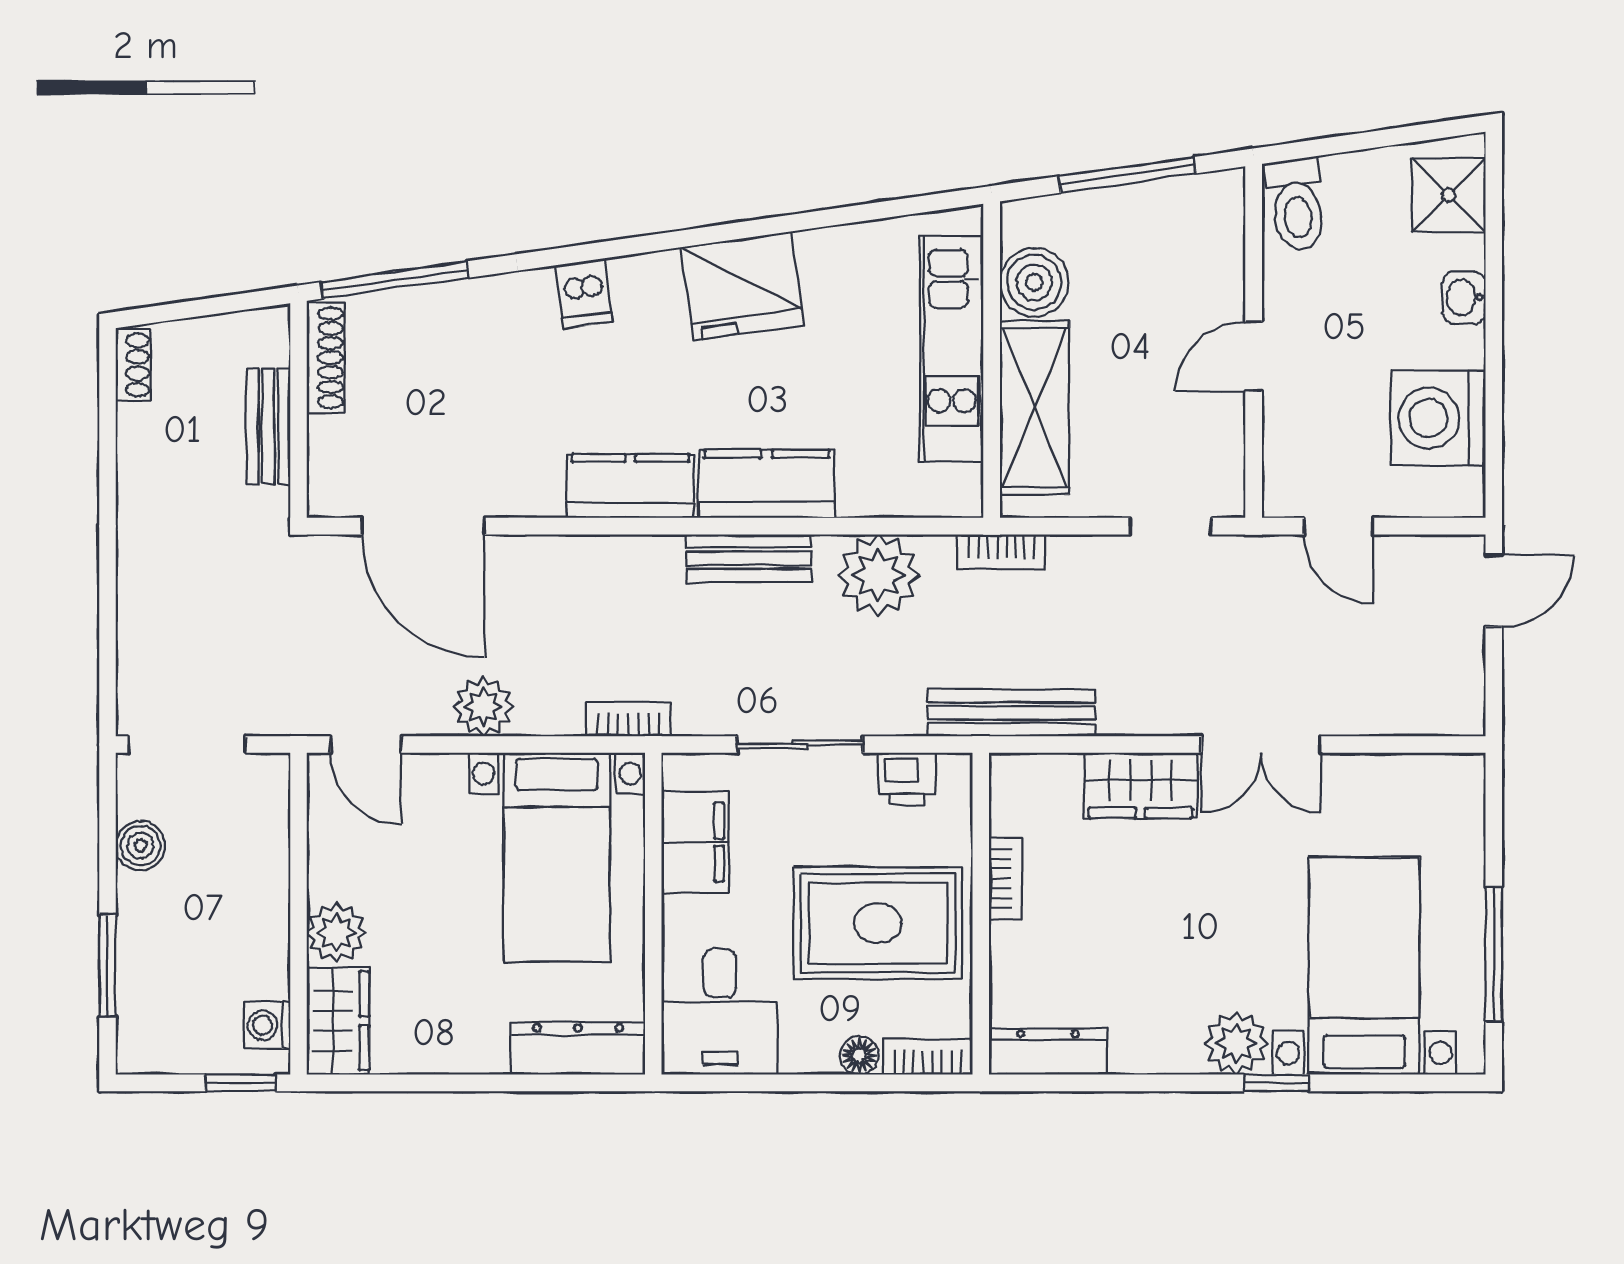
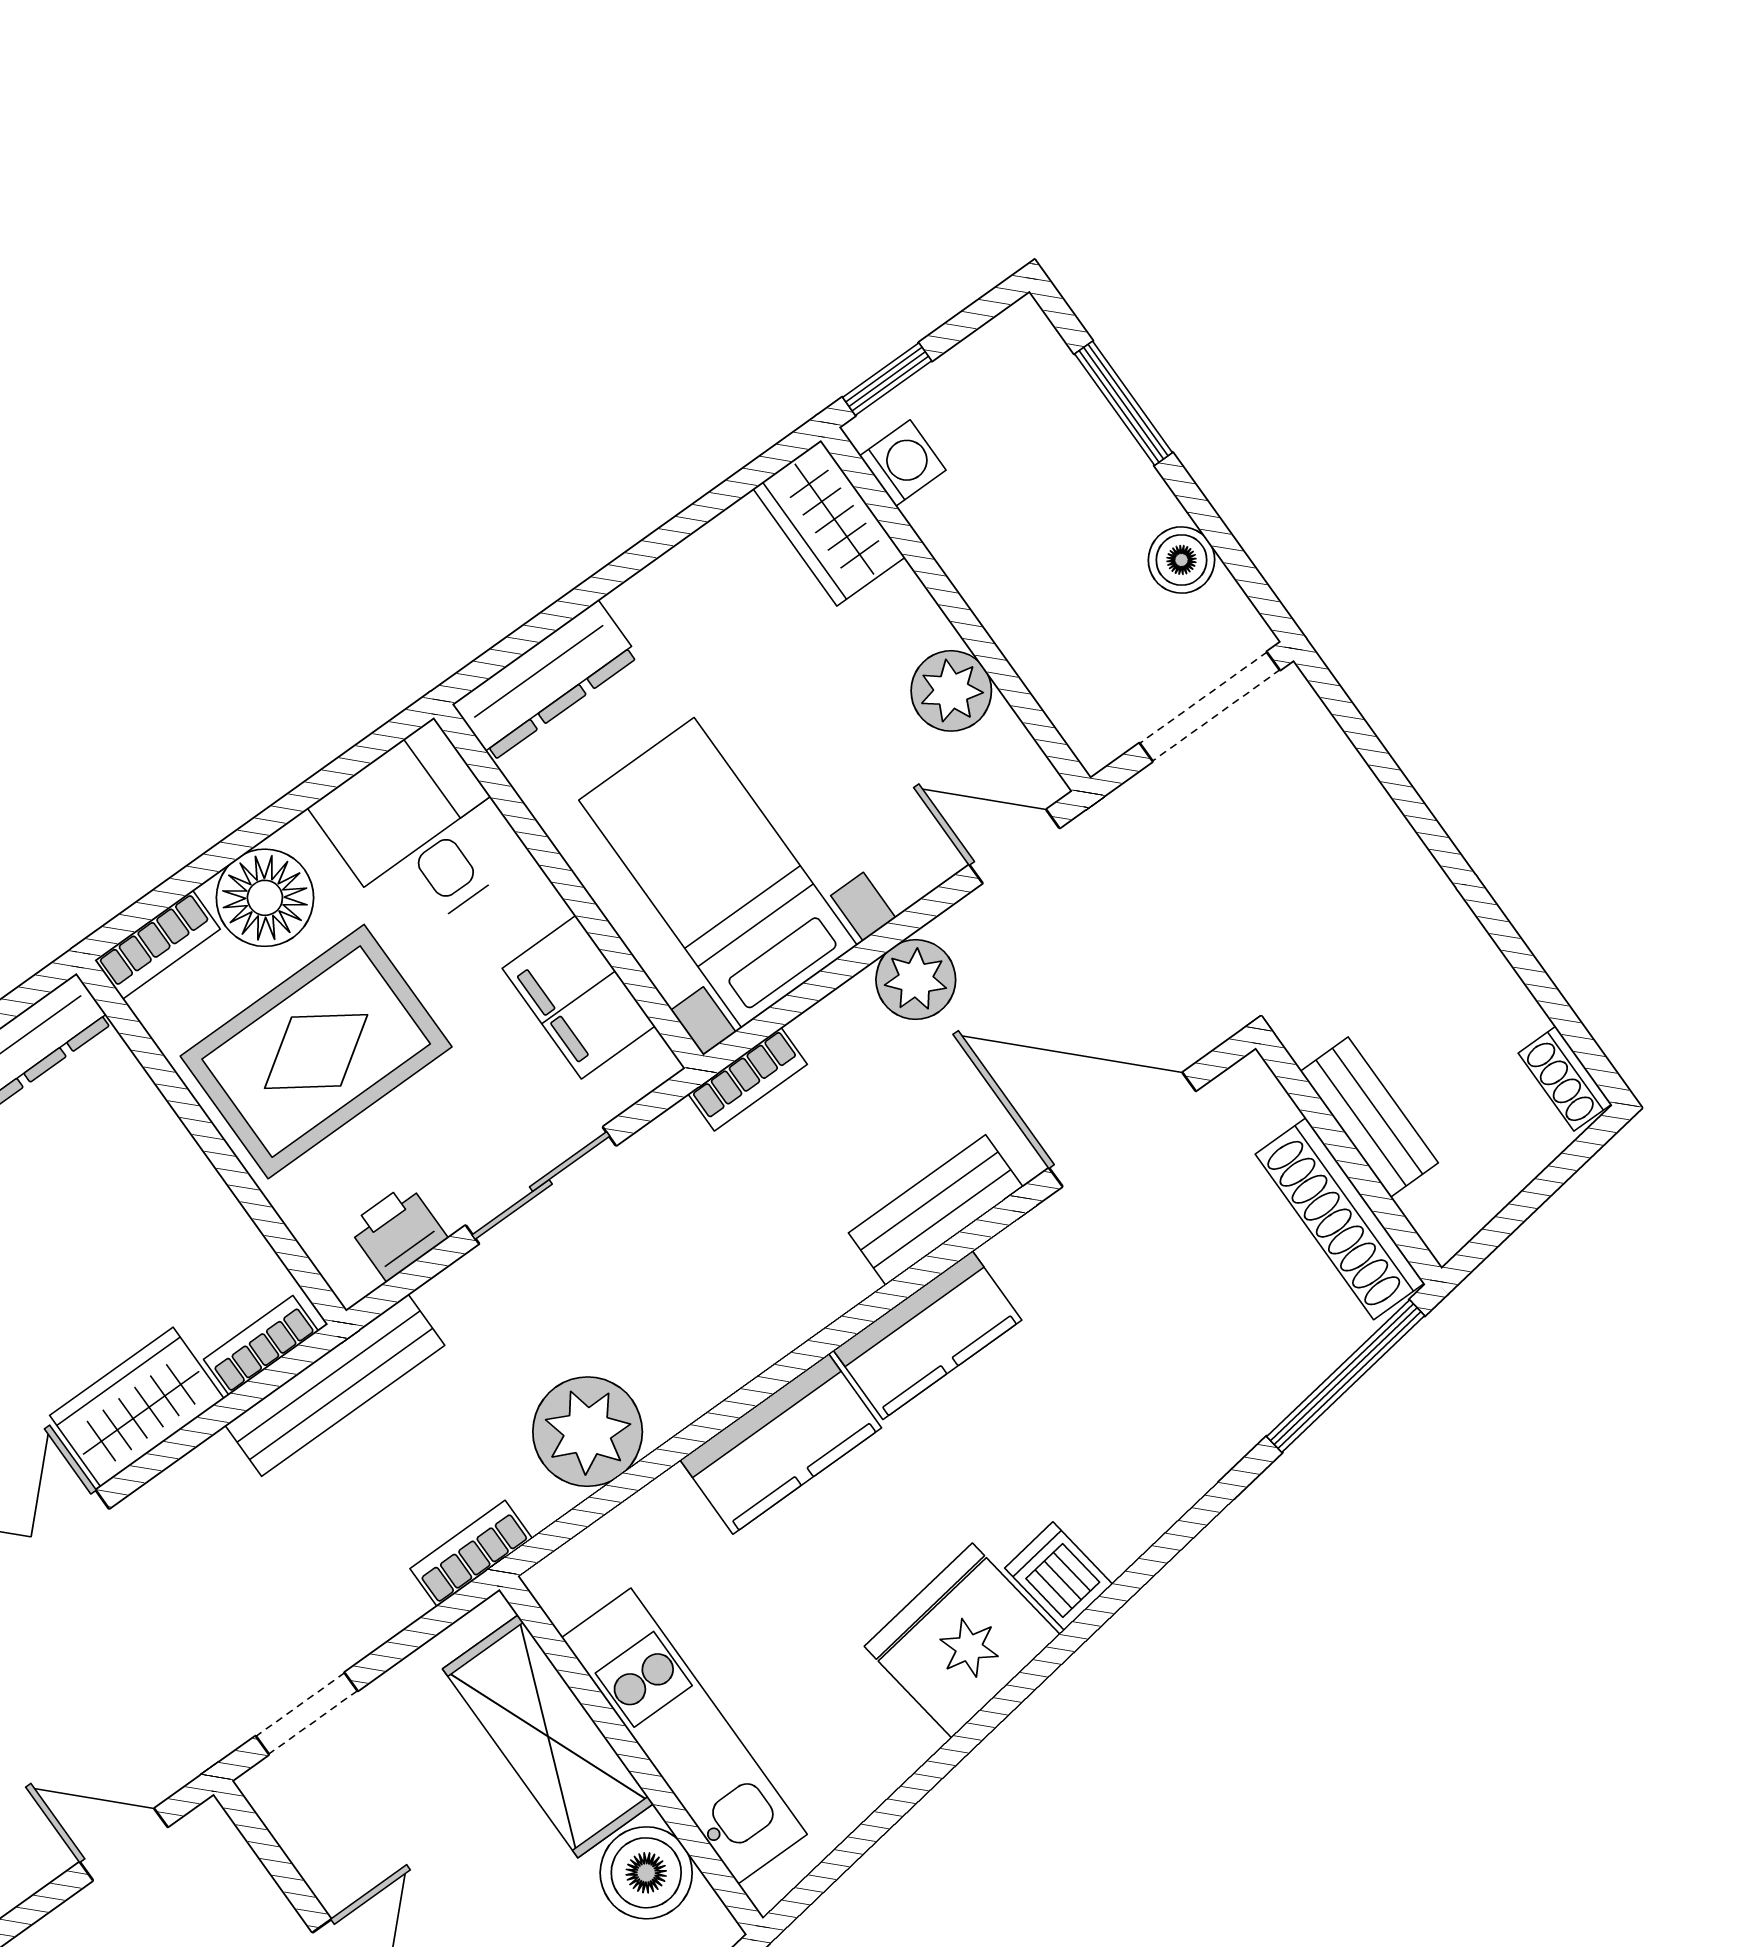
dishwasher: (584, 294) -> (1059, 1576), moved
shoe rack: (326, 358) -> (1340, 1219), width x1.36, depth x1.24
bench: (749, 558) -> (936, 1210), moved
bookcase: (1005, 879) -> (261, 1345), moved, turned 90
plant: (337, 933) -> (951, 691), moved
floor lamp: (859, 1055) -> (265, 898), width x1.89, depth x1.89

